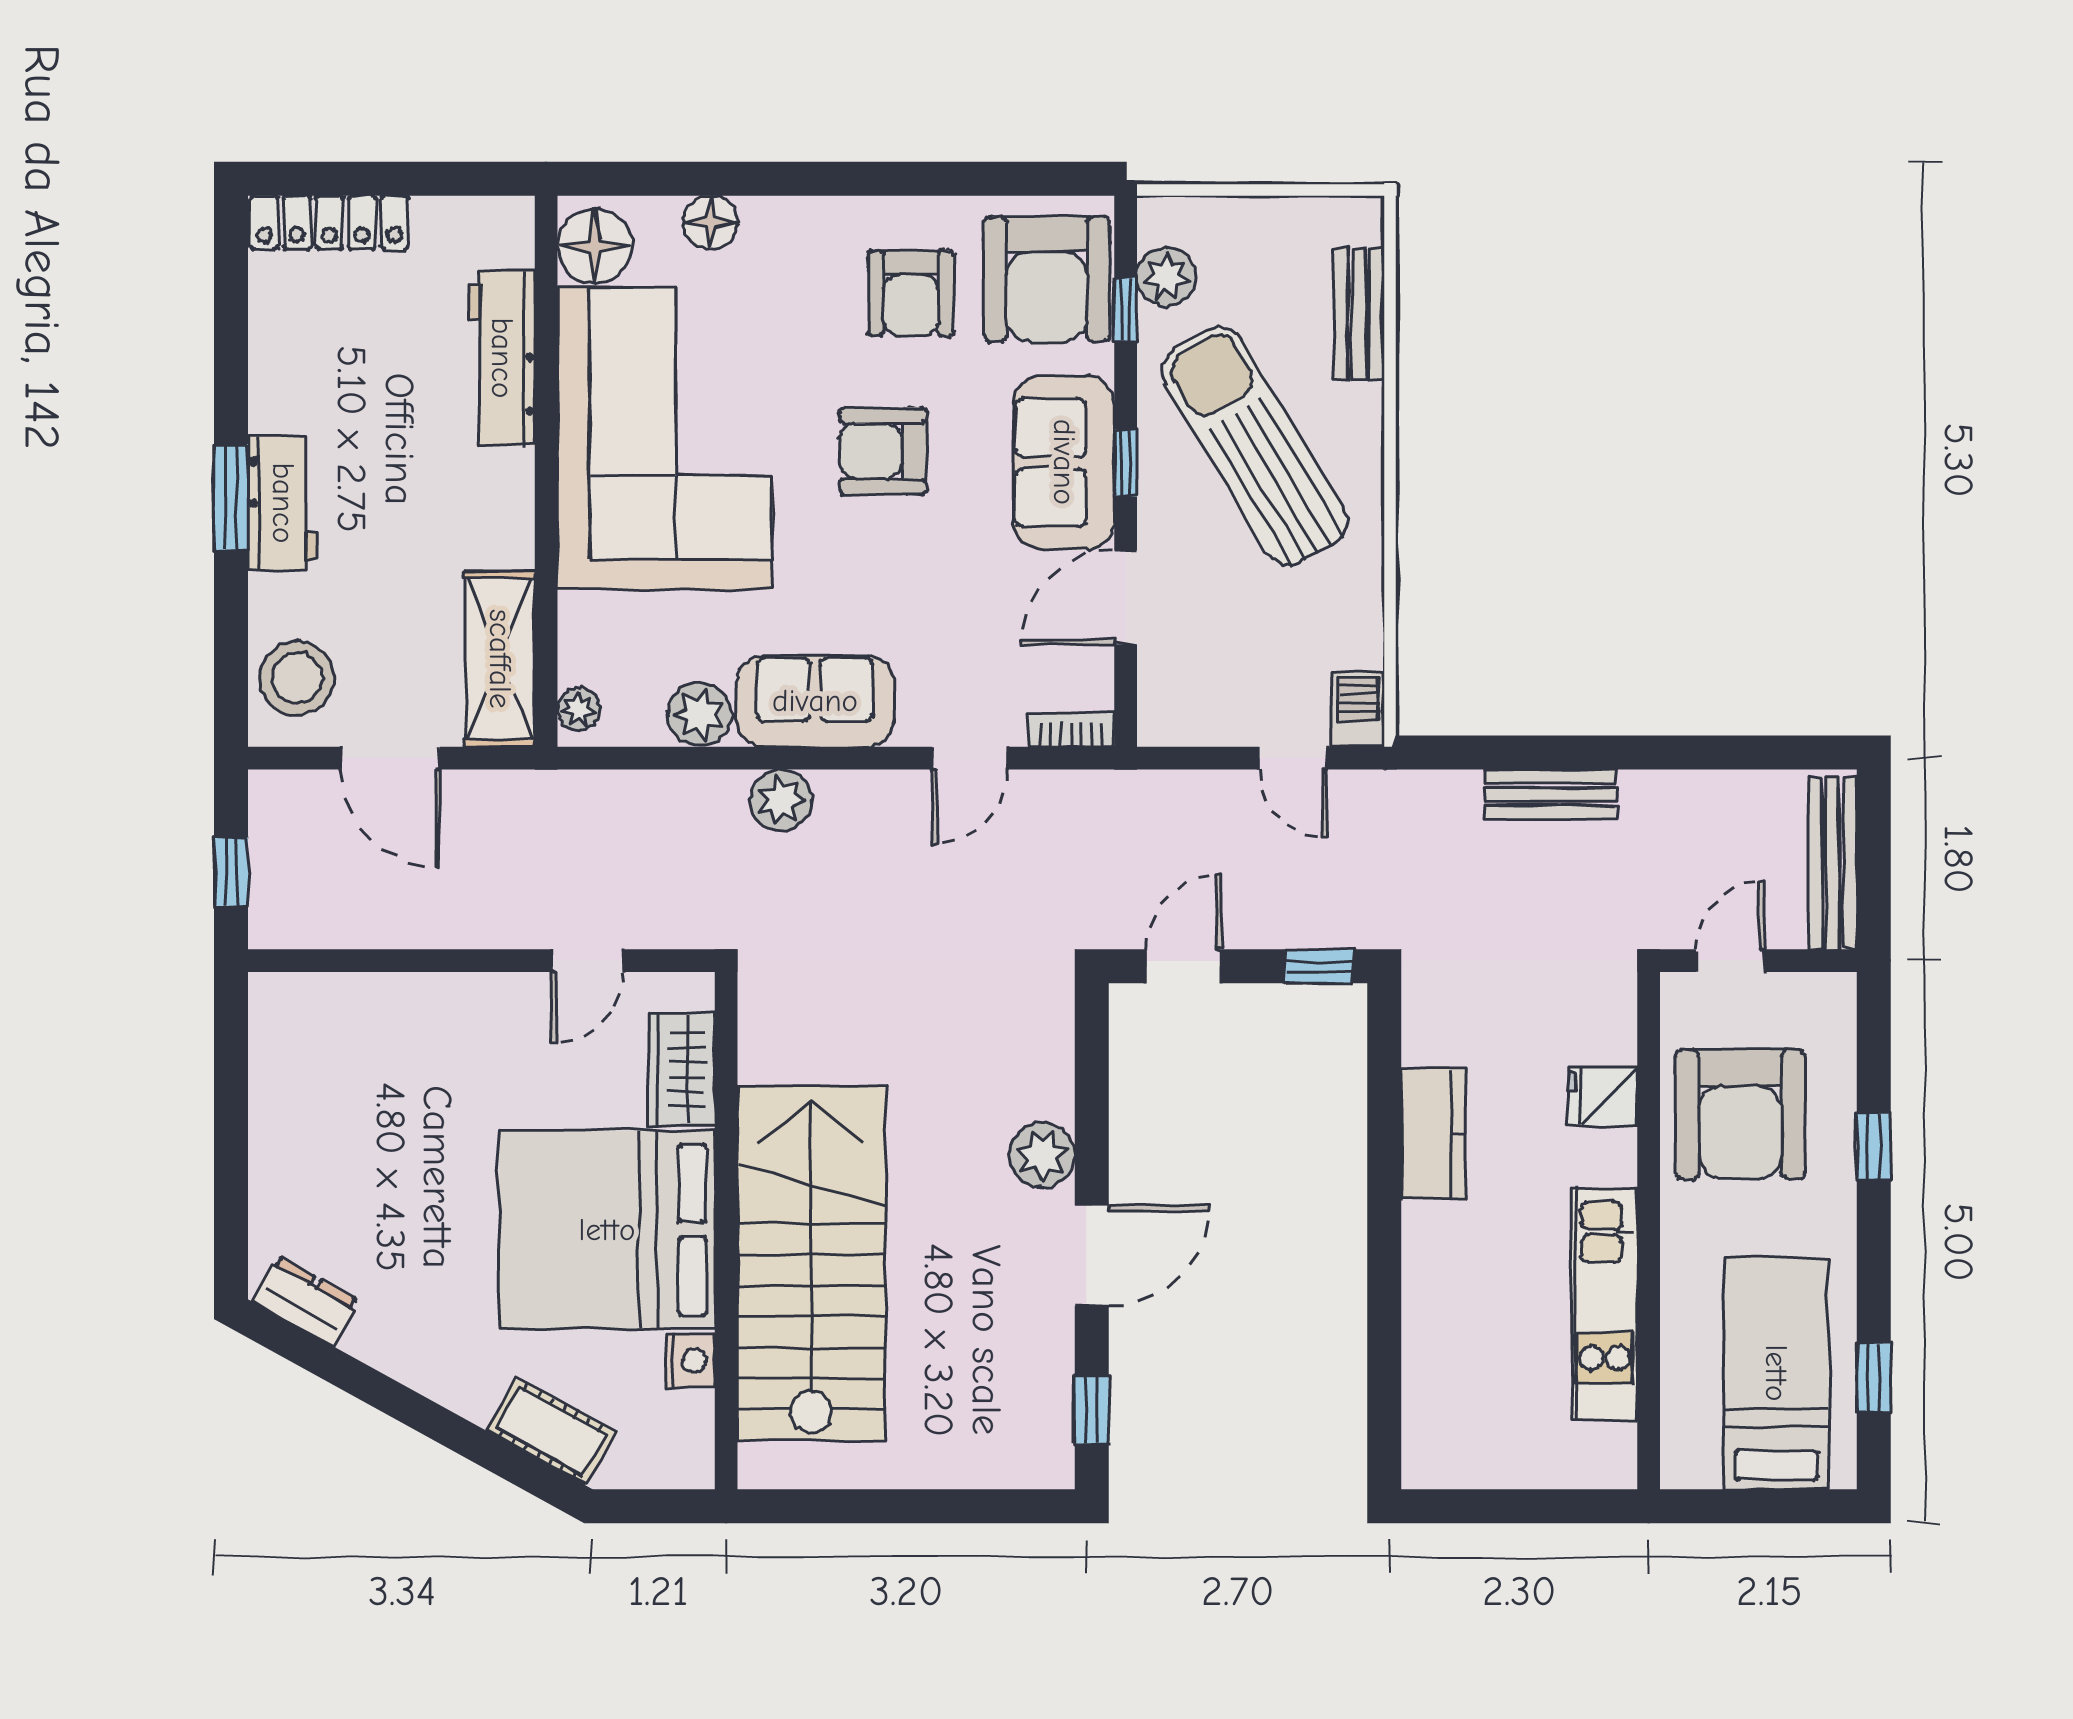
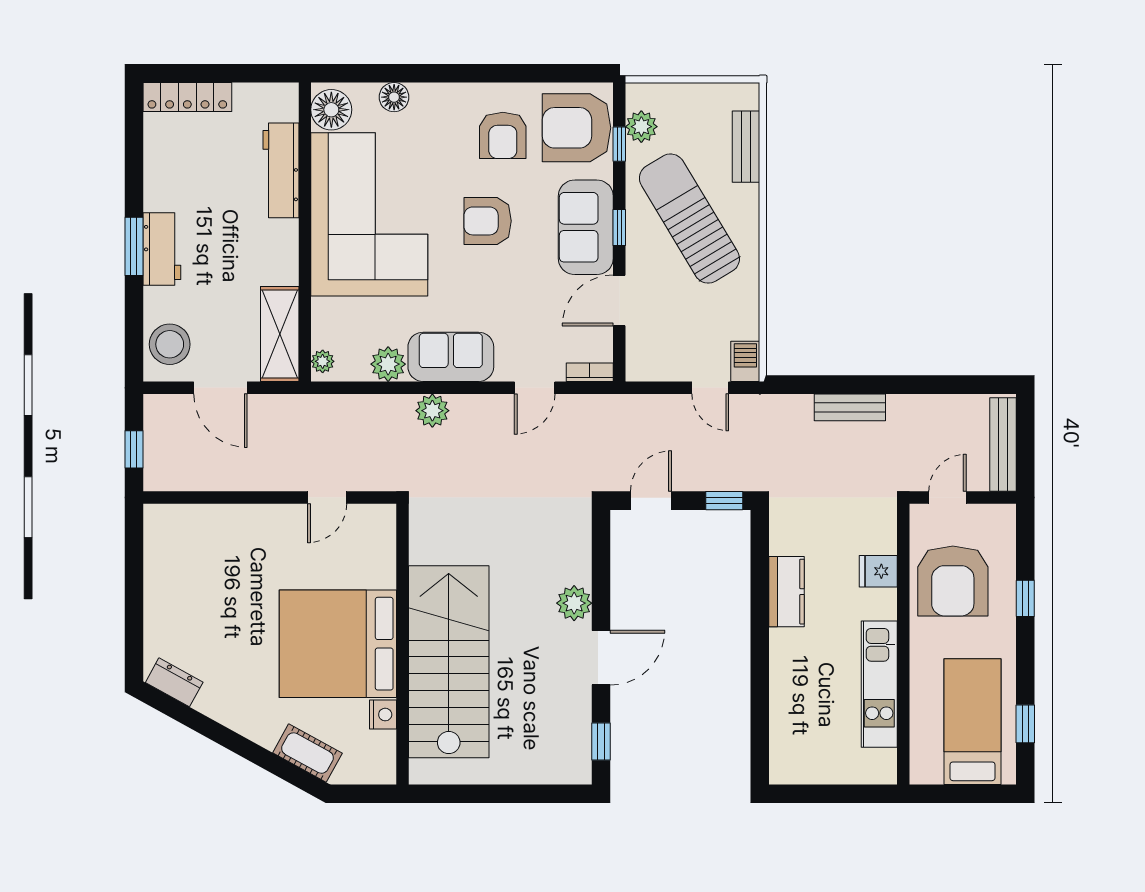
armchair: (1047, 279) -> (577, 128), turned 90
wardrobe: (682, 1069) -> (379, 557), removed

